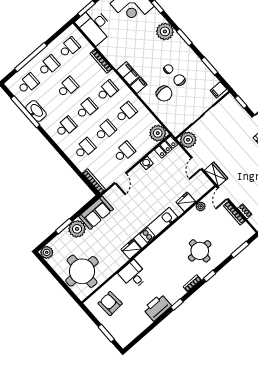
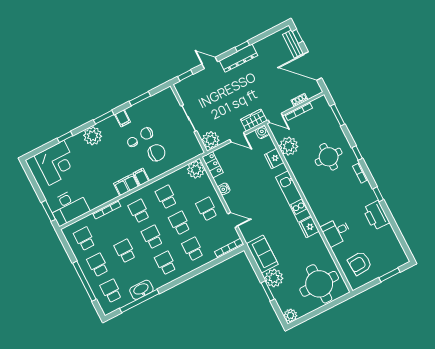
filing cabinet: (218, 90) -> (123, 118), moved
water cooler: (207, 185) -> (262, 132), added
plant: (201, 206) -> (289, 146), width x1.88, depth x1.88

